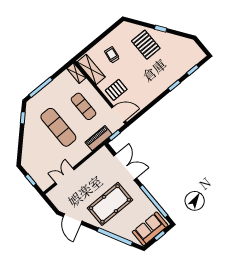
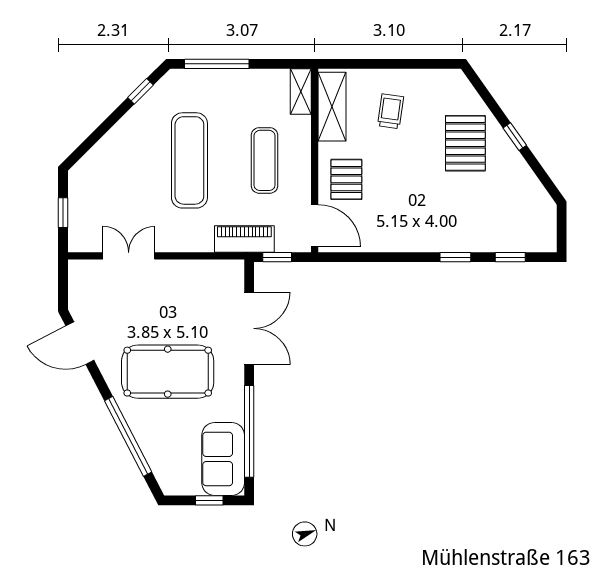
pallet: (116, 90) -> (346, 179), turned 90
door: (73, 219) -> (80, 343), hinge flipped
sofa: (150, 229) -> (223, 459), moved, turned -90

